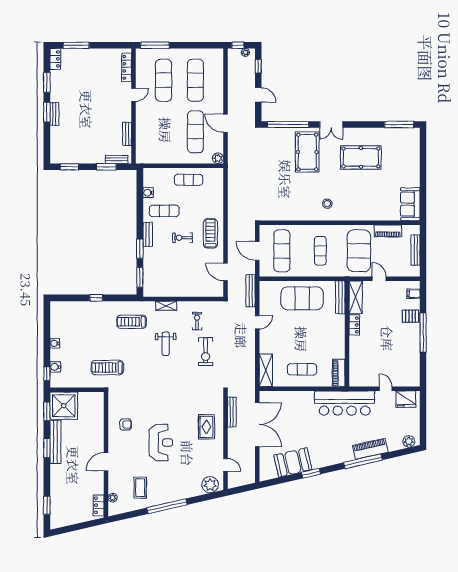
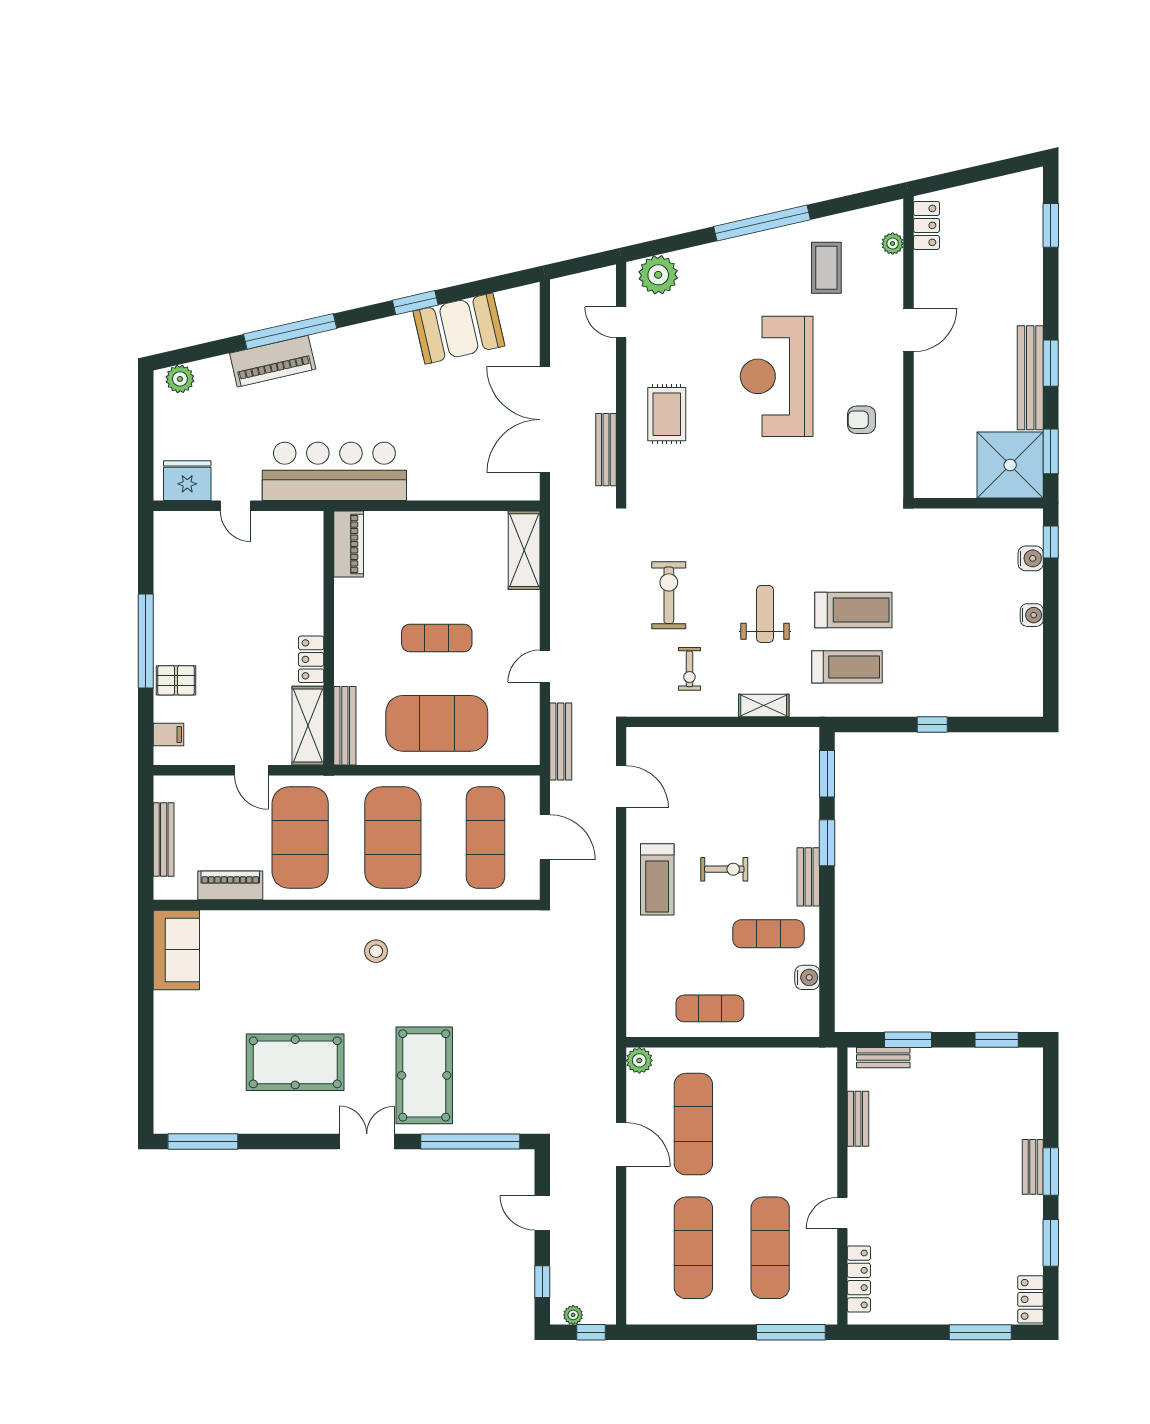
exercise mat: (320, 251) -> (393, 838), width x2.00, depth x1.45
treadmill: (107, 368) -> (853, 610), moved
exercise mat: (302, 369) -> (437, 638), moved
reception desk: (161, 443) -> (777, 376), width x1.36, depth x1.30

